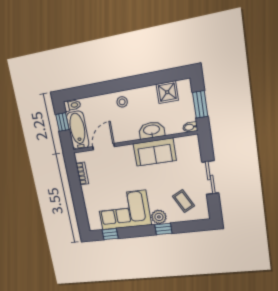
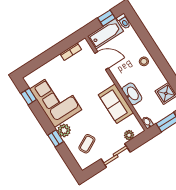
plant: (195, 153) -> (129, 135), added

